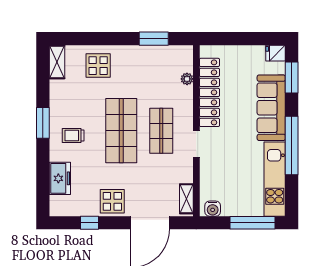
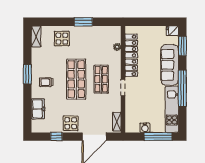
window: (154, 39) -> (83, 22), moved
water cooler: (213, 209) -> (145, 128), moved

